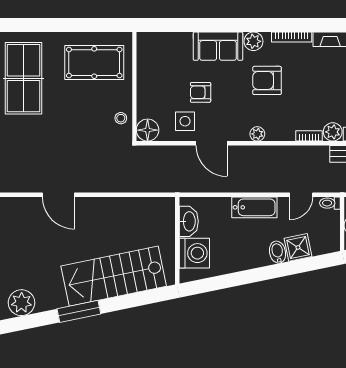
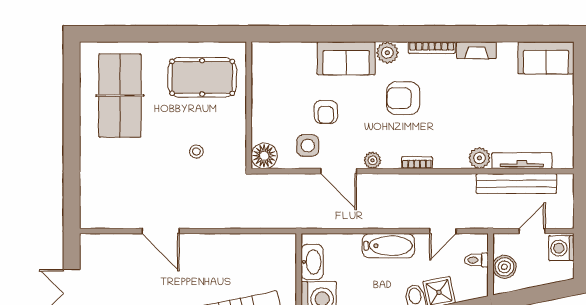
armchair: (201, 92) -> (326, 112), turned -90
stool: (121, 118) -> (196, 152), moved
plant: (257, 134) -> (373, 160), moved
bookcase: (309, 136) -> (417, 163), moved
toilet: (330, 203) -> (476, 260), moved

